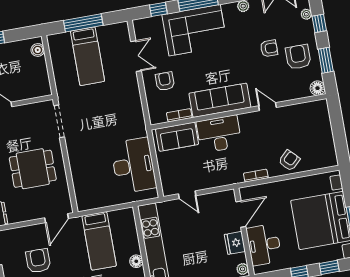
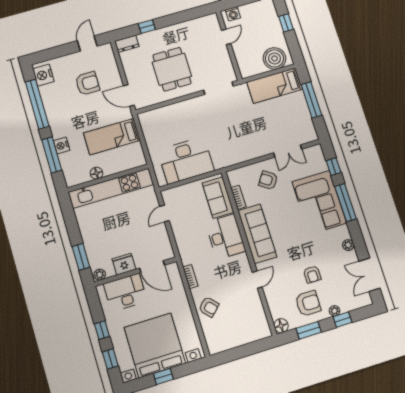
plant: (306, 14) -> (335, 311), moved
boiler: (38, 50) -> (274, 58), width x1.86, depth x1.86
bed: (87, 56) -> (275, 86), moved
armchair: (165, 81) -> (268, 180), turned -146

